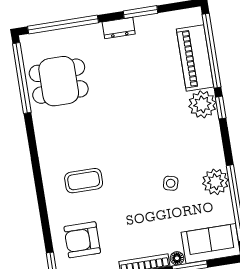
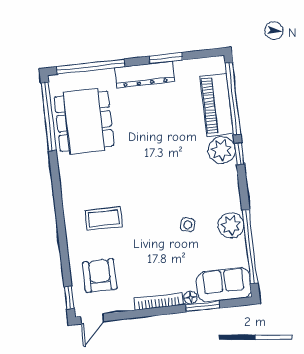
dresser: (119, 28) -> (145, 75), width x1.96, depth x1.24
dining table: (59, 81) -> (84, 121), width x1.37
armchair: (82, 240) -> (100, 276), turned 90

